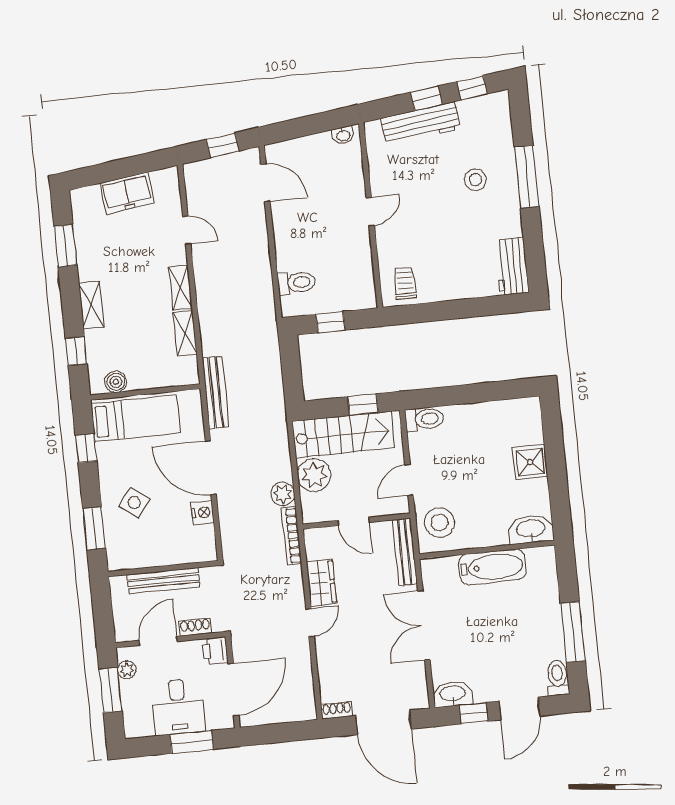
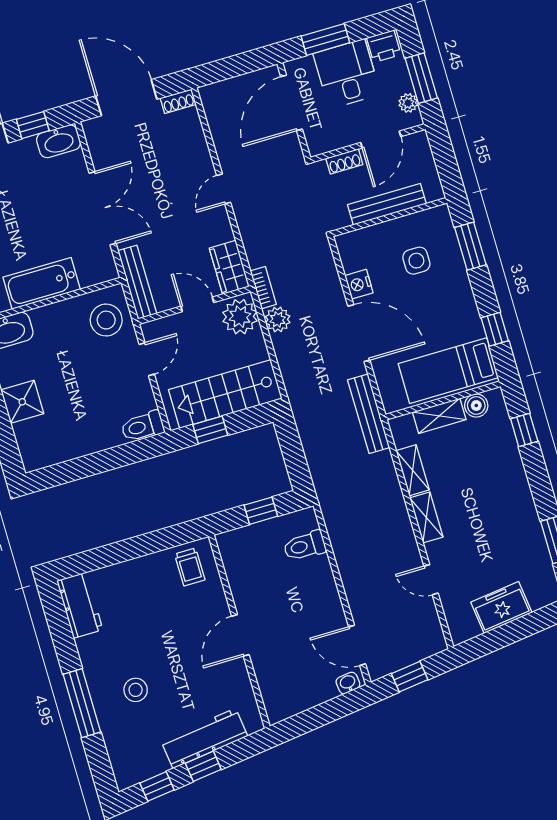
washbasin: (343, 135) -> (348, 683), moved
door: (370, 212) -> (240, 635), width x1.38
shelving: (91, 305) -> (439, 416), moved, turned 90
plant: (314, 475) -> (240, 317), moved
side table: (134, 503) -> (416, 261), moved, turned -36
bookcase: (291, 536) -> (263, 288), width x0.64
wardrobe: (321, 583) -> (229, 267), moved
printer: (215, 651) -> (384, 46), moved, turned 90

